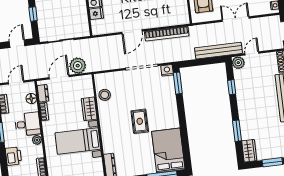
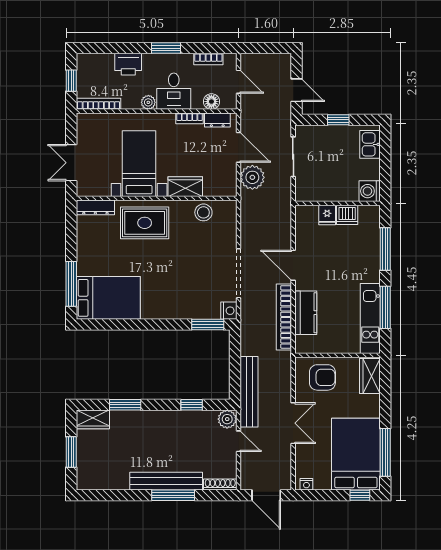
kitchen counter: (162, 20) -> (306, 313), added
rug: (140, 121) -> (145, 223), moved, width x1.36, depth x1.43

